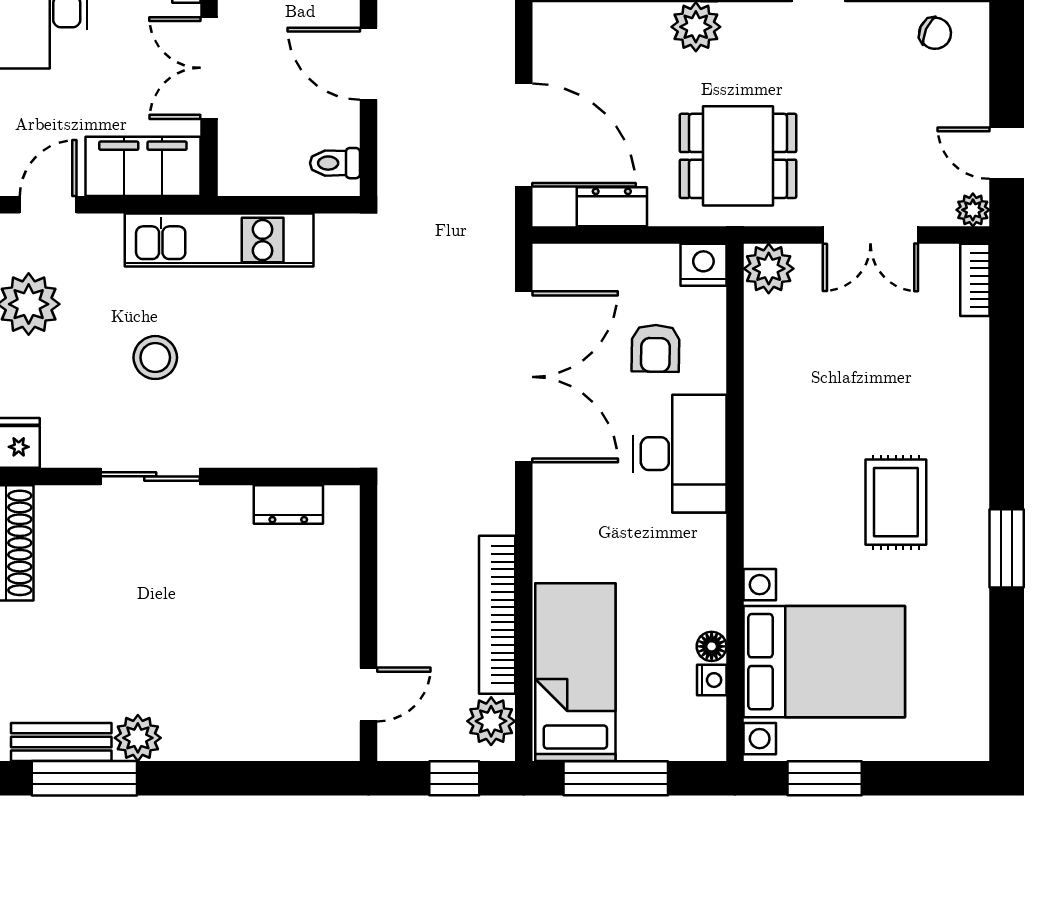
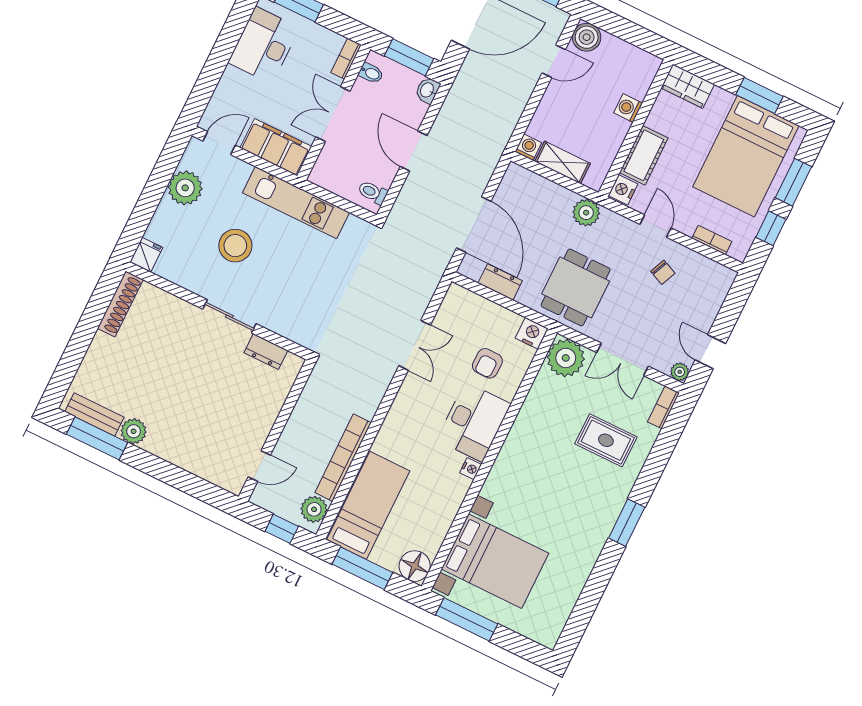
chair: (935, 33) -> (663, 272), moved
dining table: (738, 156) -> (576, 287), turned 90
plant: (769, 269) -> (566, 358), width x1.36, depth x1.36
stool: (155, 358) -> (235, 246), width x1.38, depth x1.38
double door: (524, 377) -> (415, 345), width x0.54
sliding door: (150, 476) -> (229, 316), moved
rug: (896, 502) -> (606, 440), moved, turned 90
window: (1007, 548) -> (627, 523), moved
floor lamp: (712, 646) -> (415, 566), moved, width x1.89, depth x1.89
nightstand: (712, 680) -> (471, 469), moved
window: (825, 778) -> (467, 619), width x1.44

